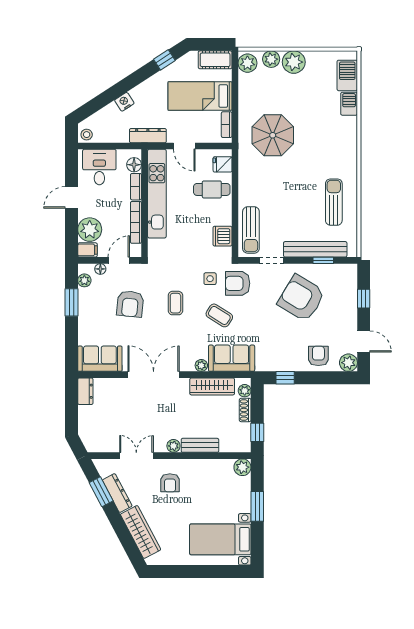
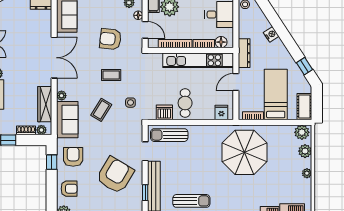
plant: (294, 62) -> (307, 173), width x0.53, depth x0.53
parasol: (273, 135) -> (244, 152), width x1.36, depth x1.36
cafe table: (212, 189) -> (185, 103), moved
armchair: (238, 283) -> (73, 157), moved

